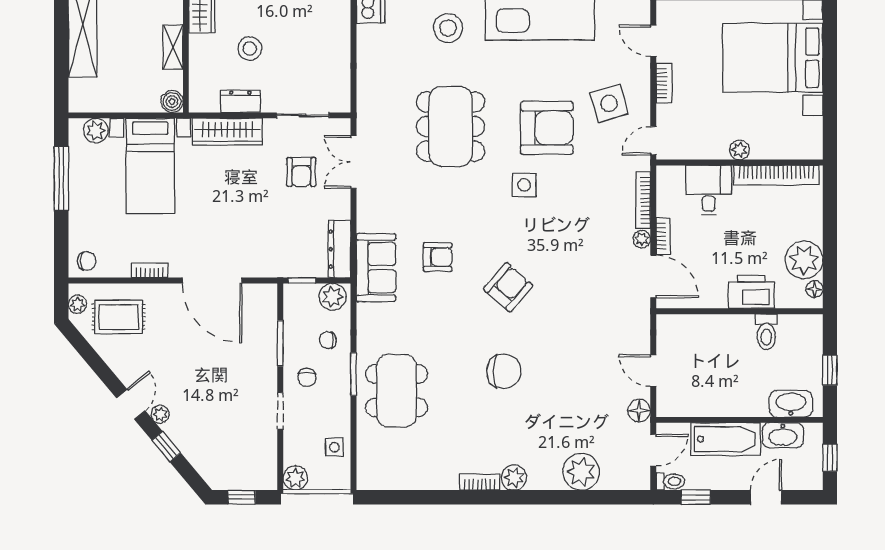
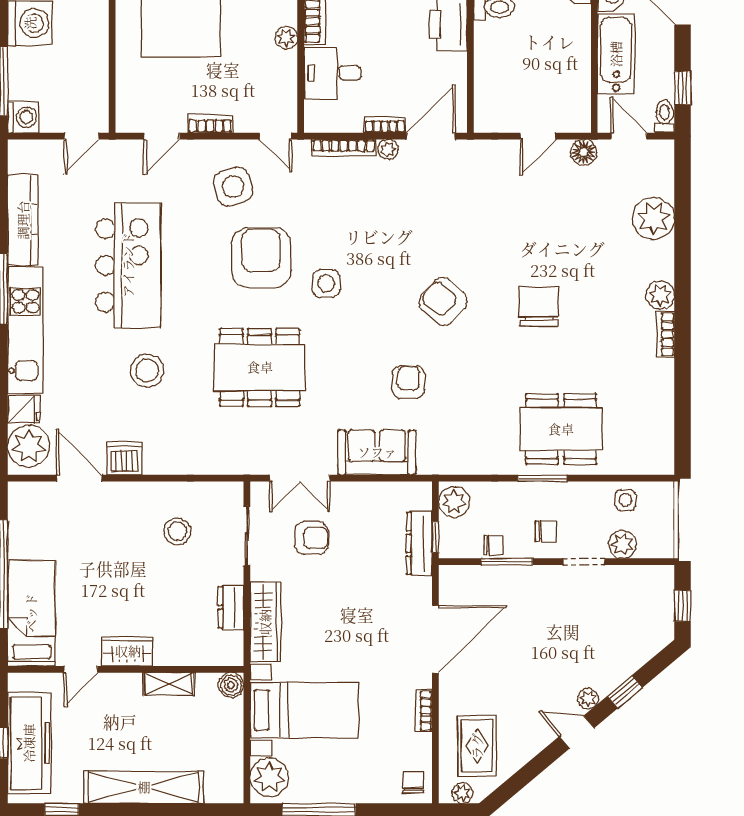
stool: (250, 48) -> (177, 531), moved
plant: (96, 130) -> (269, 777), width x1.36, depth x1.36
dresser: (339, 249) -> (419, 543), moved, turned 90
sofa: (376, 268) -> (377, 452), moved
chair: (328, 340) -> (494, 545), moved, turned -90
plant: (295, 478) -> (622, 544), moved

